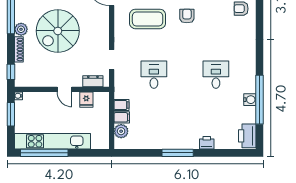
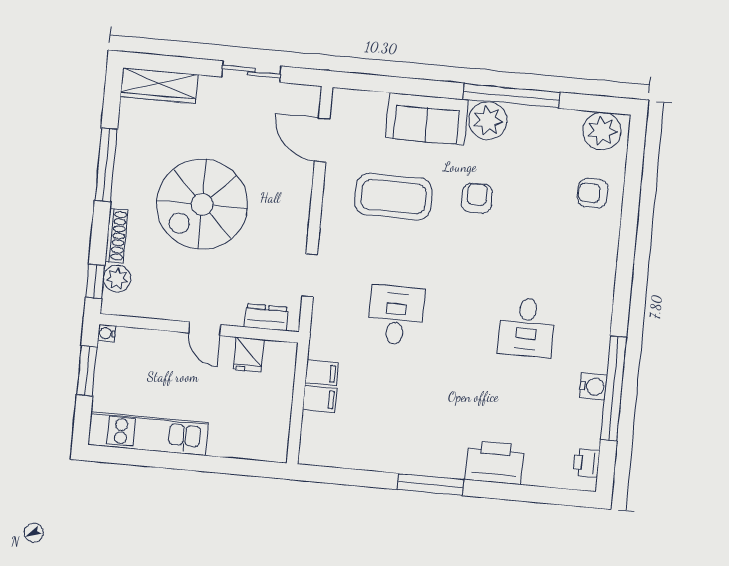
plant: (21, 29) -> (117, 279), moved
desk: (216, 75) -> (527, 327), turned 180
plant: (121, 131) -> (316, 428), removed
printer: (247, 136) -> (586, 463), width x0.53, depth x0.68
kitchen unit: (53, 141) -> (148, 434), width x0.73
printer: (207, 143) -> (495, 462), width x1.87, depth x1.48
window: (44, 153) -> (150, 458), removed

